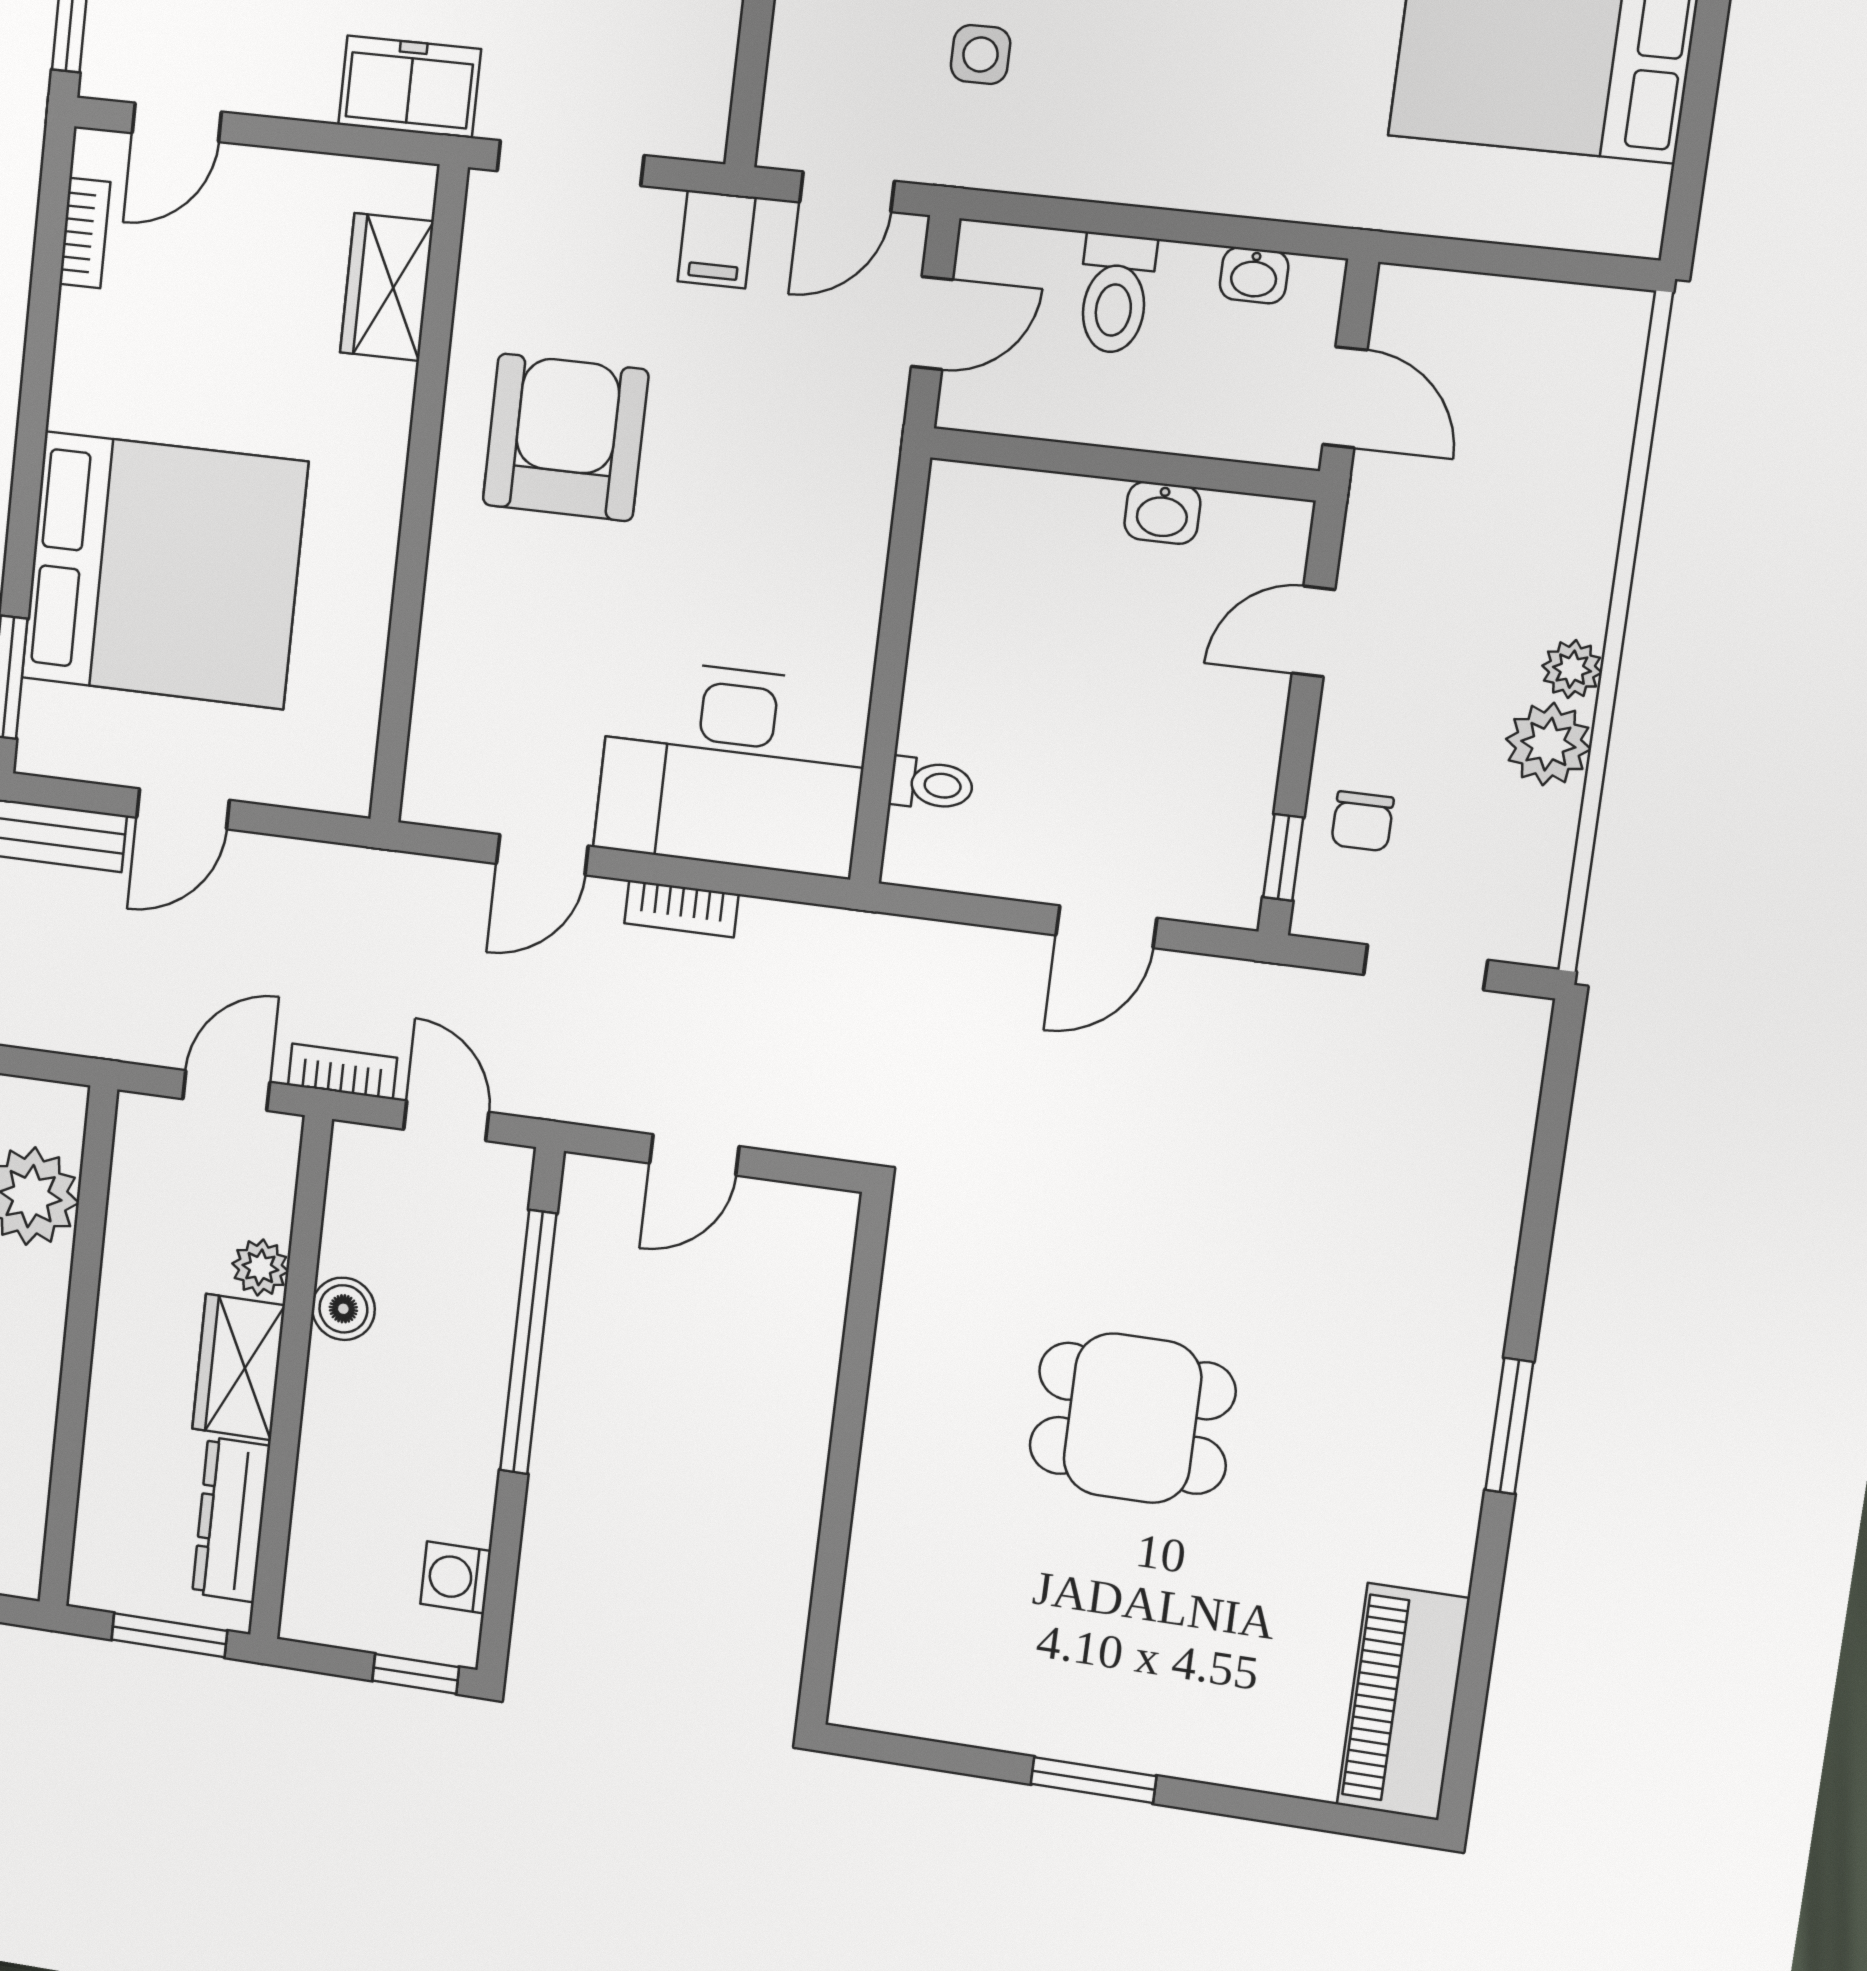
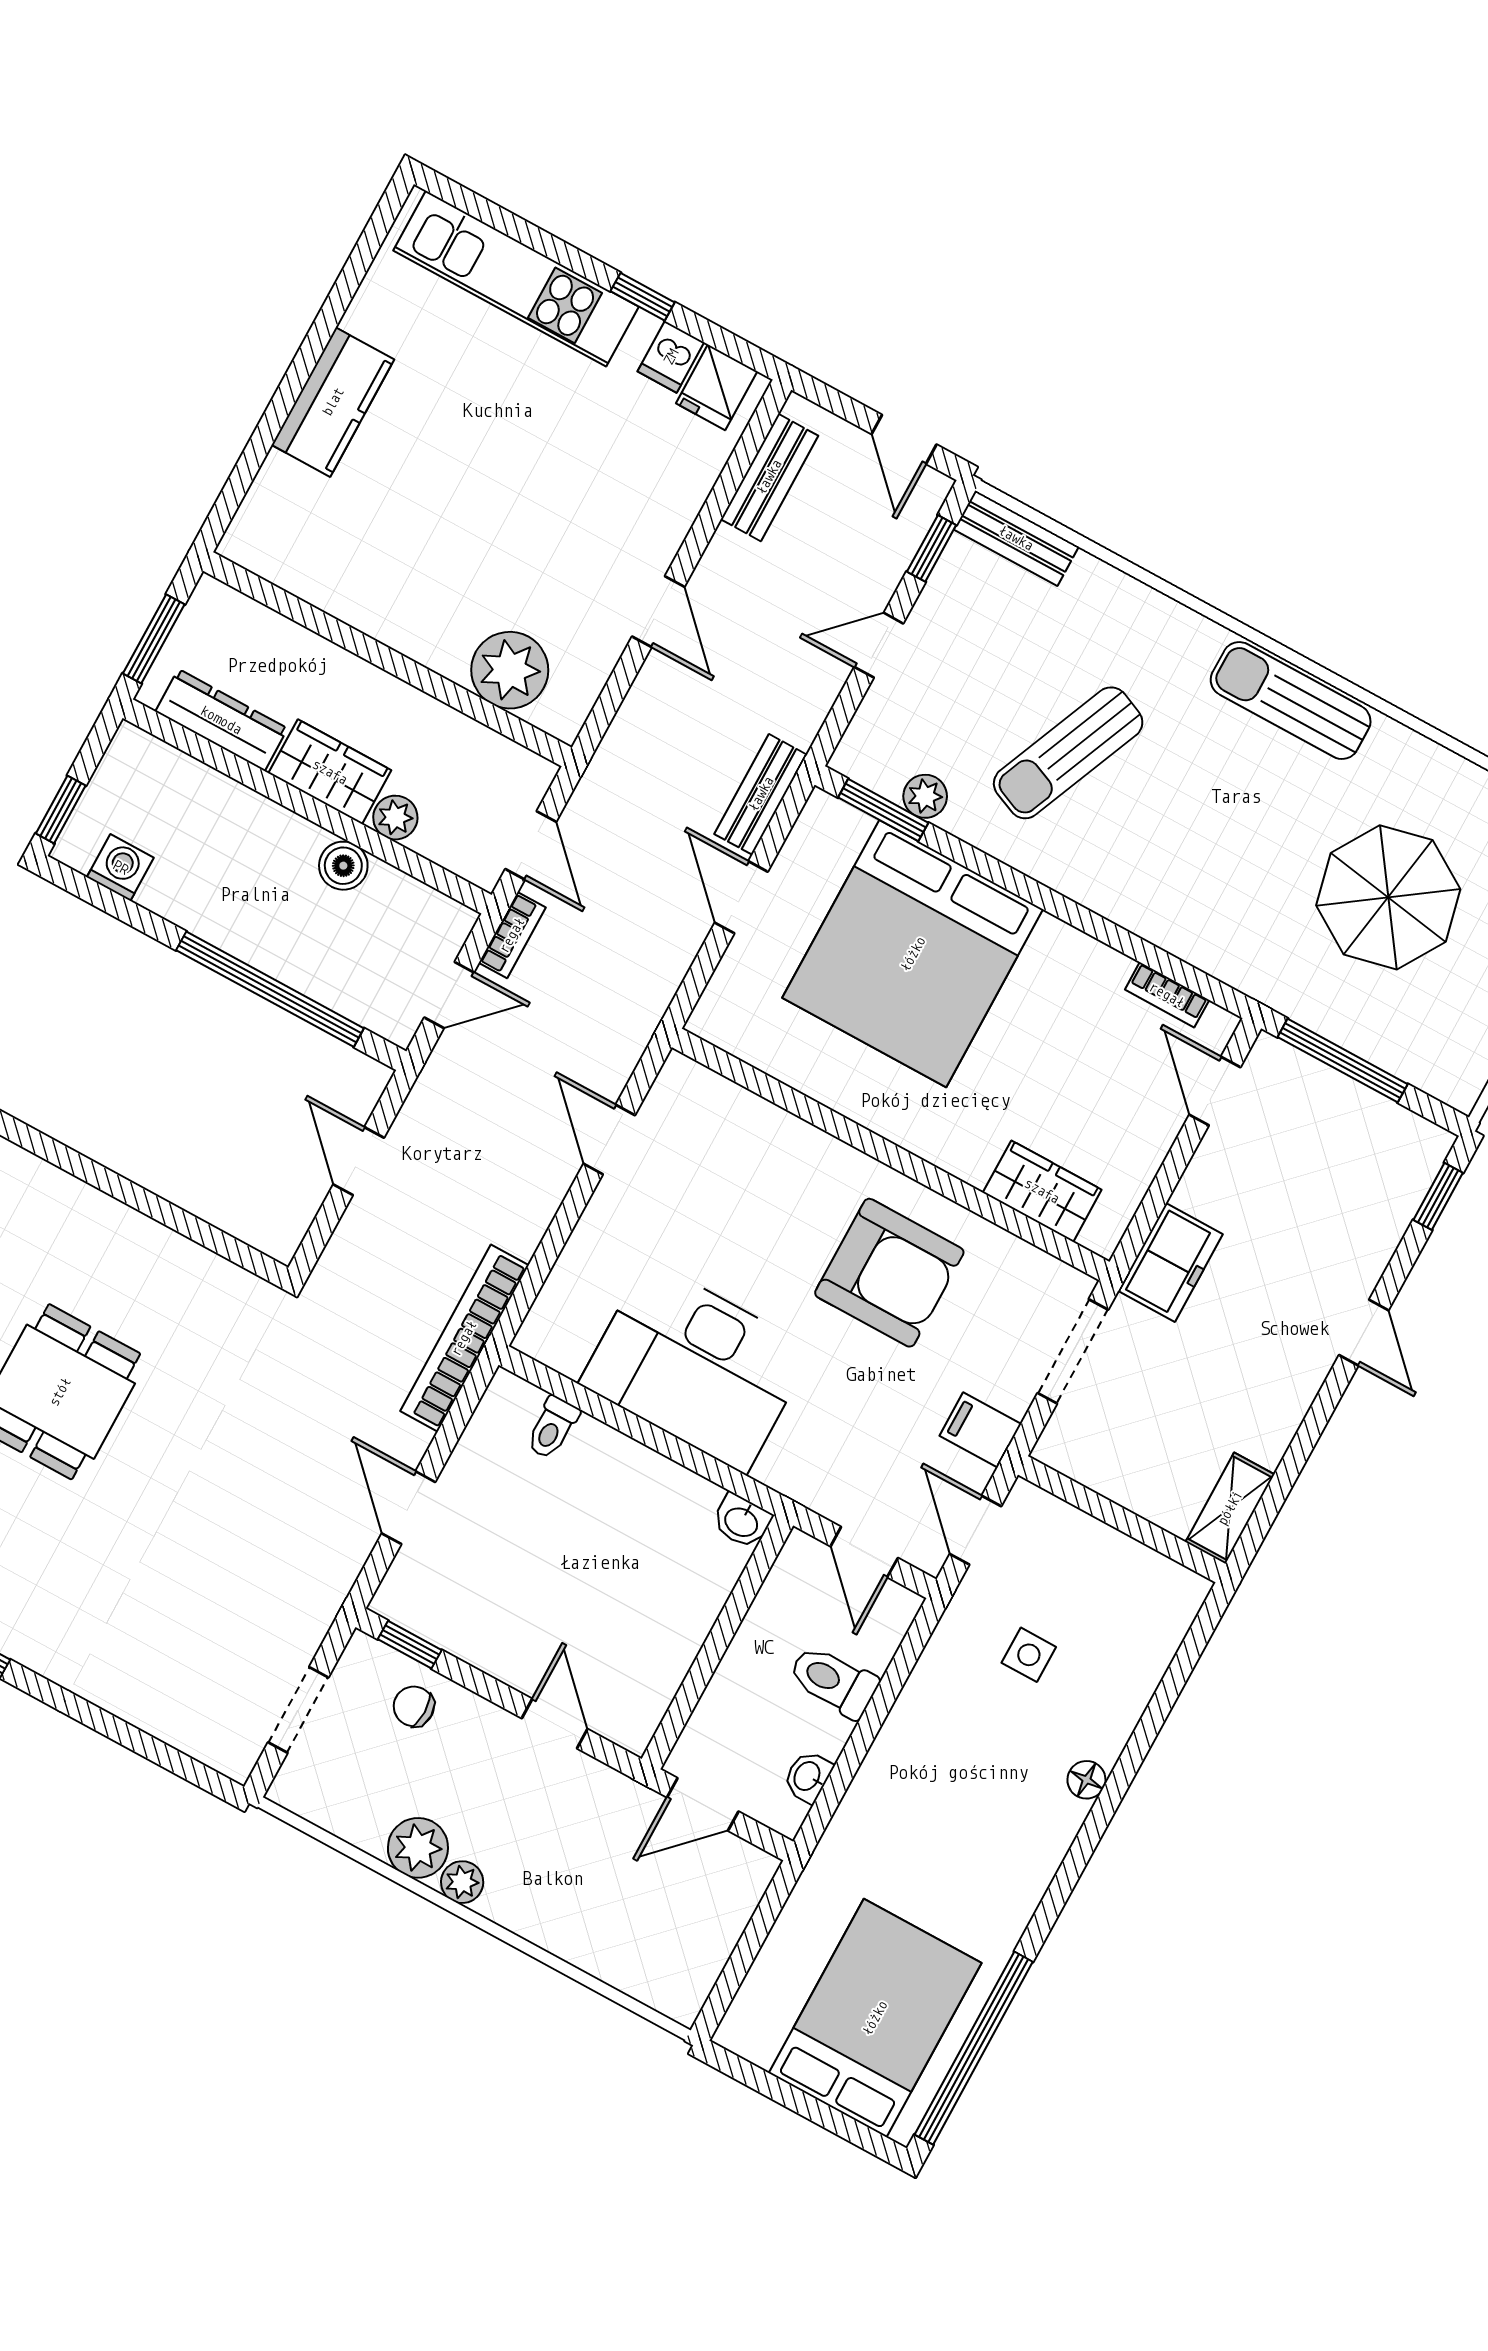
washbasin: (1162, 513) -> (742, 1521), moved, turned -90
desk: (732, 767) -> (696, 1367), moved, turned -90
bookcase: (681, 909) -> (464, 1338), moved, width x2.31, depth x1.31

